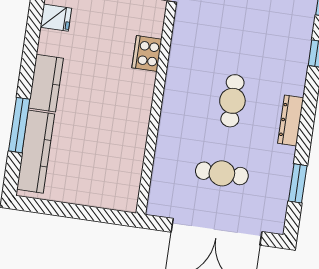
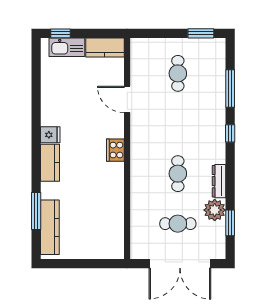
kitchen counter: (46, 83) -> (50, 163), moved
plant: (278, 161) -> (215, 210), added

